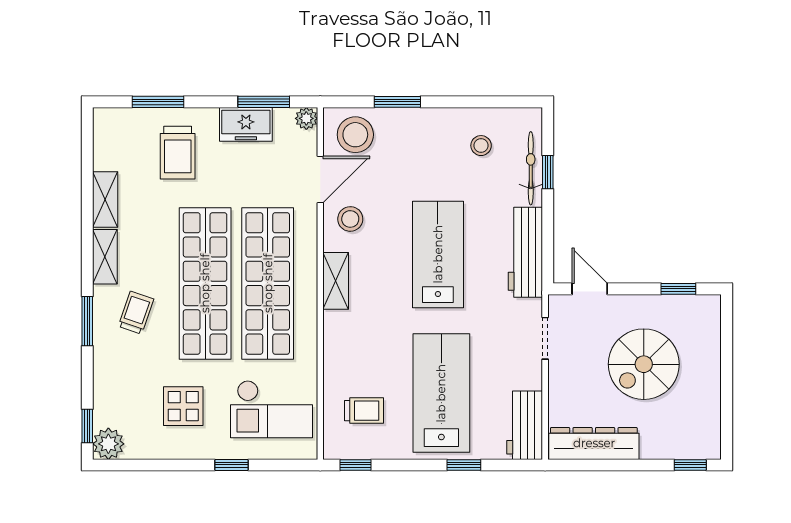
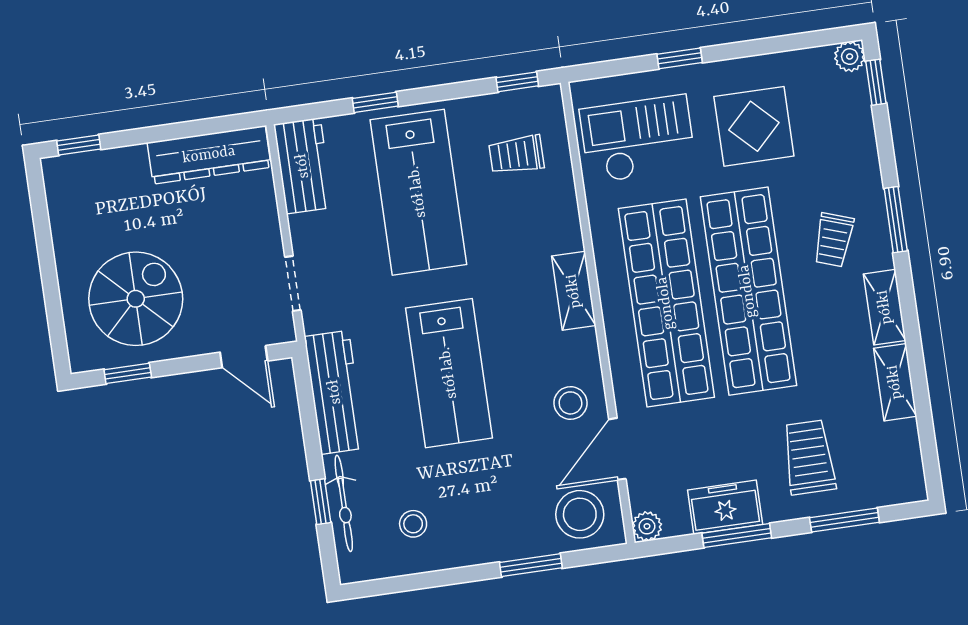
window: (264, 102) -> (737, 536), moved
shelving: (336, 281) -> (574, 291), moved
spiral stairs: (644, 364) -> (136, 299), moved
display table: (183, 406) -> (754, 126), width x1.36, depth x1.36
plant: (108, 444) -> (850, 56), width x0.73, depth x0.73

